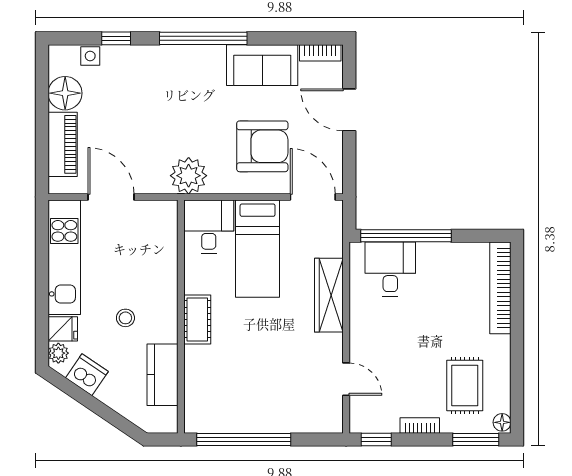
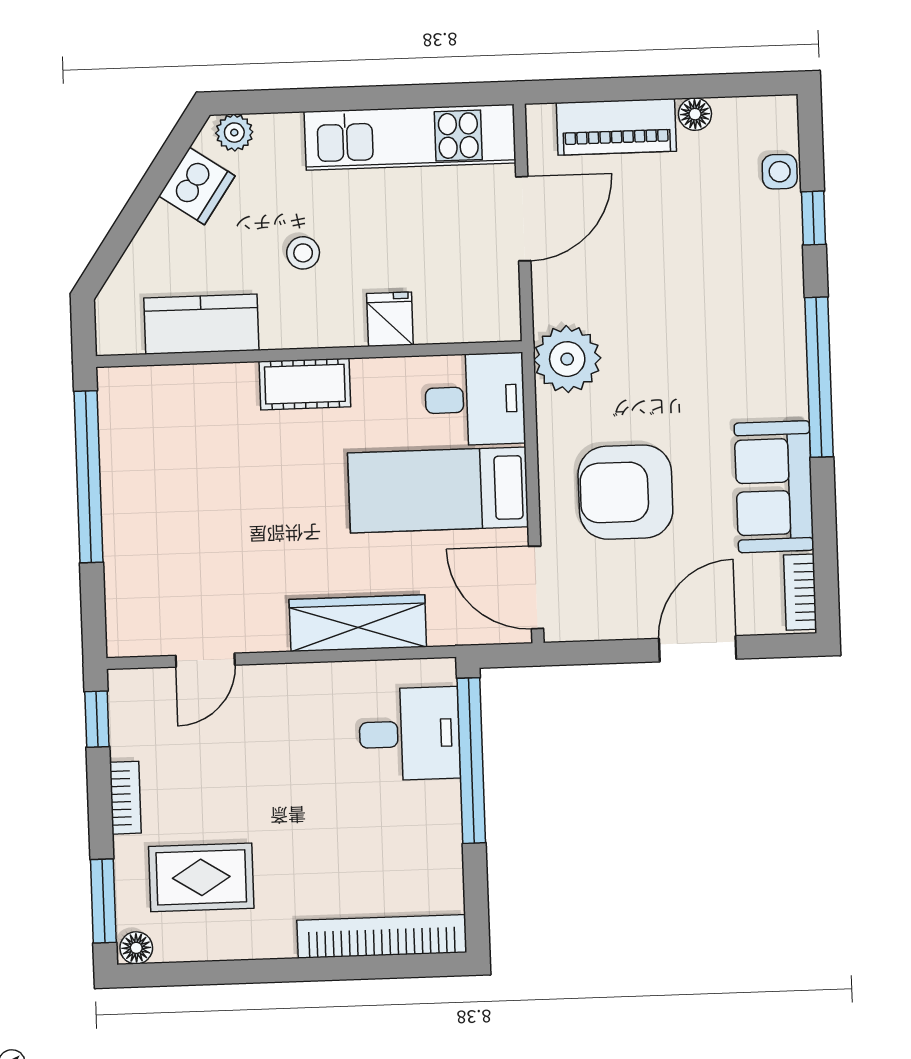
floor lamp: (65, 93) -> (695, 114), width x0.53, depth x0.53
armchair: (262, 146) -> (625, 492), turned 90
door: (313, 197) -> (536, 587), swing flipped
fridge: (63, 329) -> (390, 319), moved, turned 180

